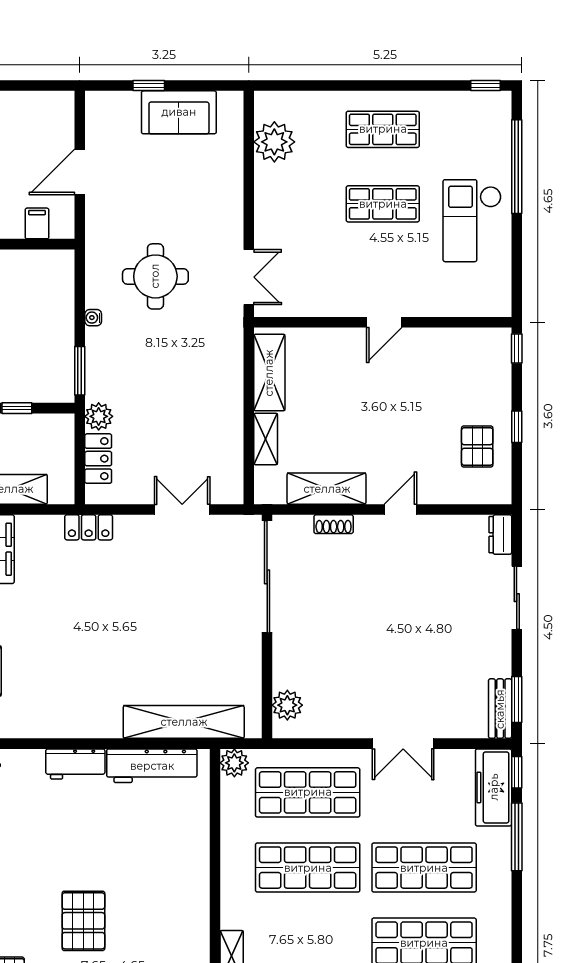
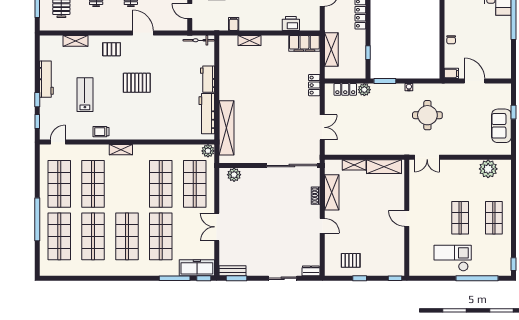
filing cabinet: (37, 223) -> (451, 73), moved

